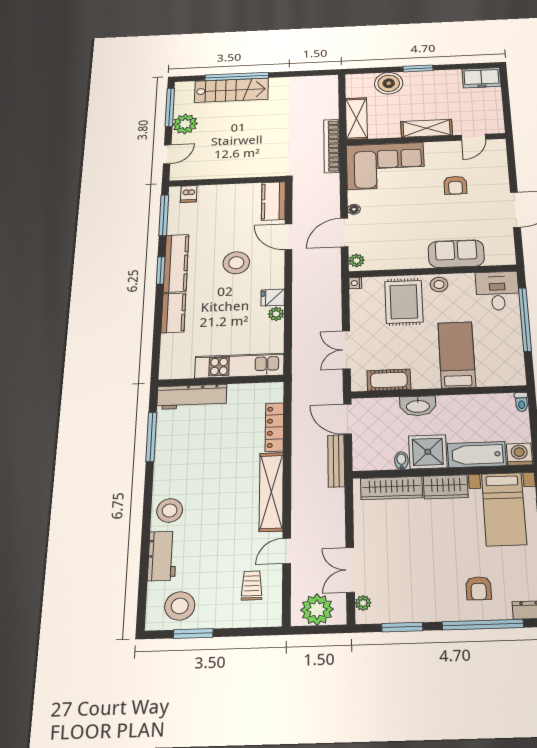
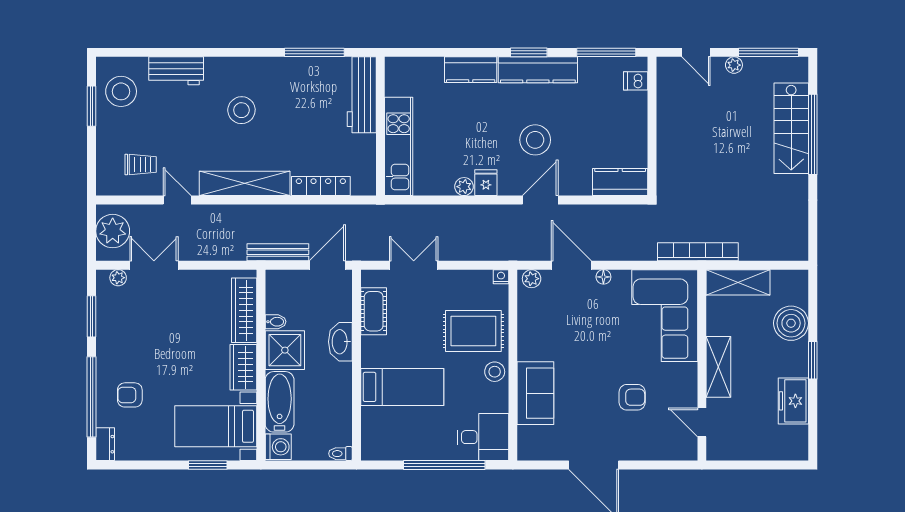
freezer: (481, 78) -> (793, 401), moved
plant: (185, 124) -> (734, 65), width x0.53, depth x0.53
armchair: (455, 185) -> (632, 397), turned 180
door: (288, 237) -> (540, 200), moved
stool: (170, 510) -> (241, 110), moved

